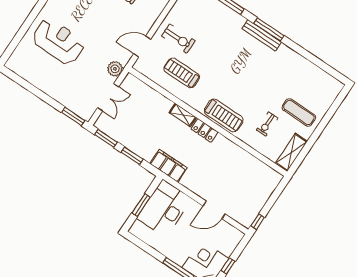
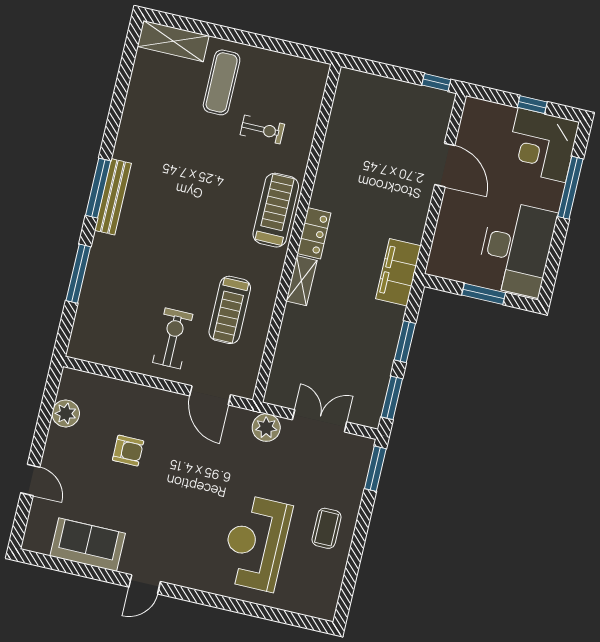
coffee table: (52, 80) -> (327, 528), added
shelving: (291, 152) -> (173, 41), moved
desk: (164, 208) -> (516, 248), moved, turned -90

